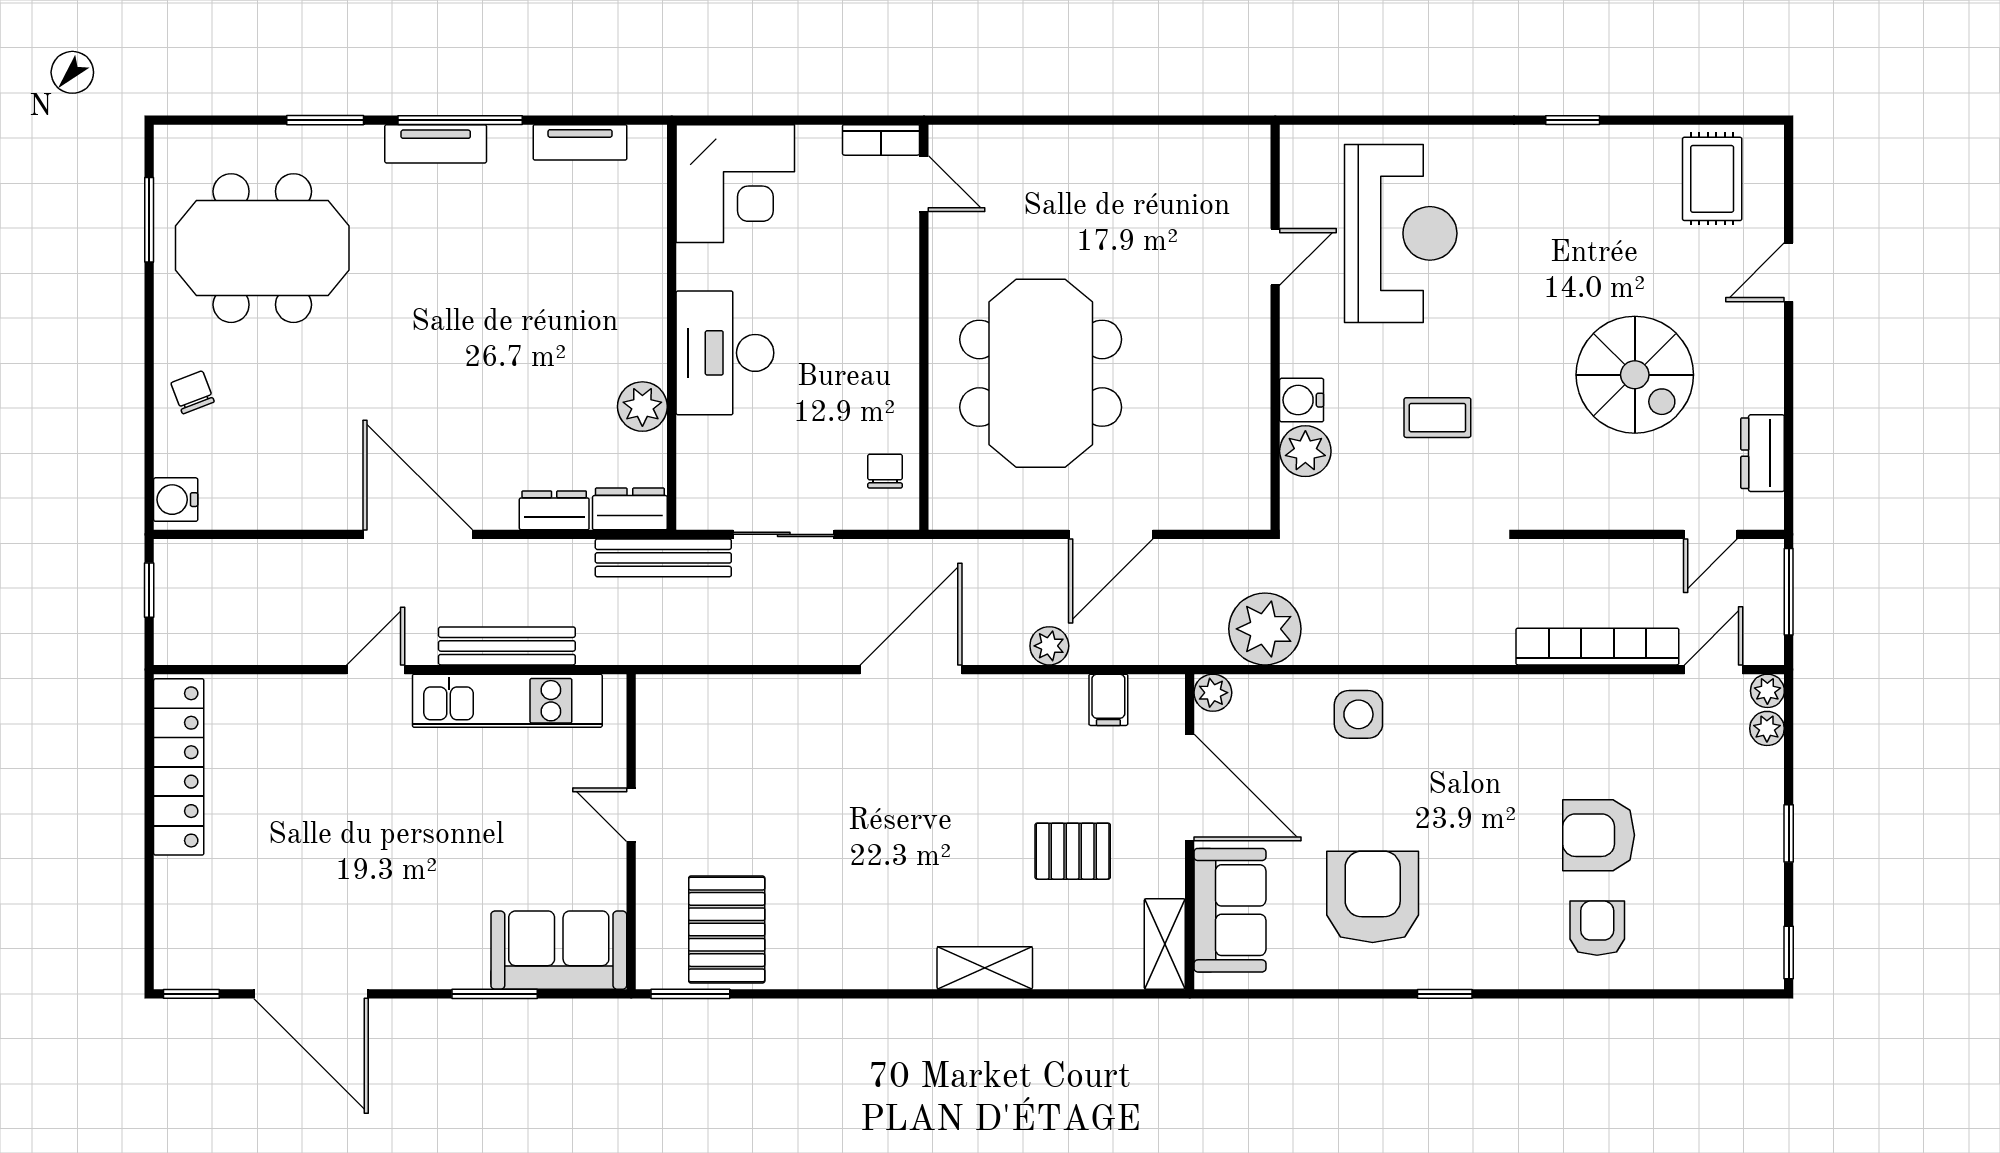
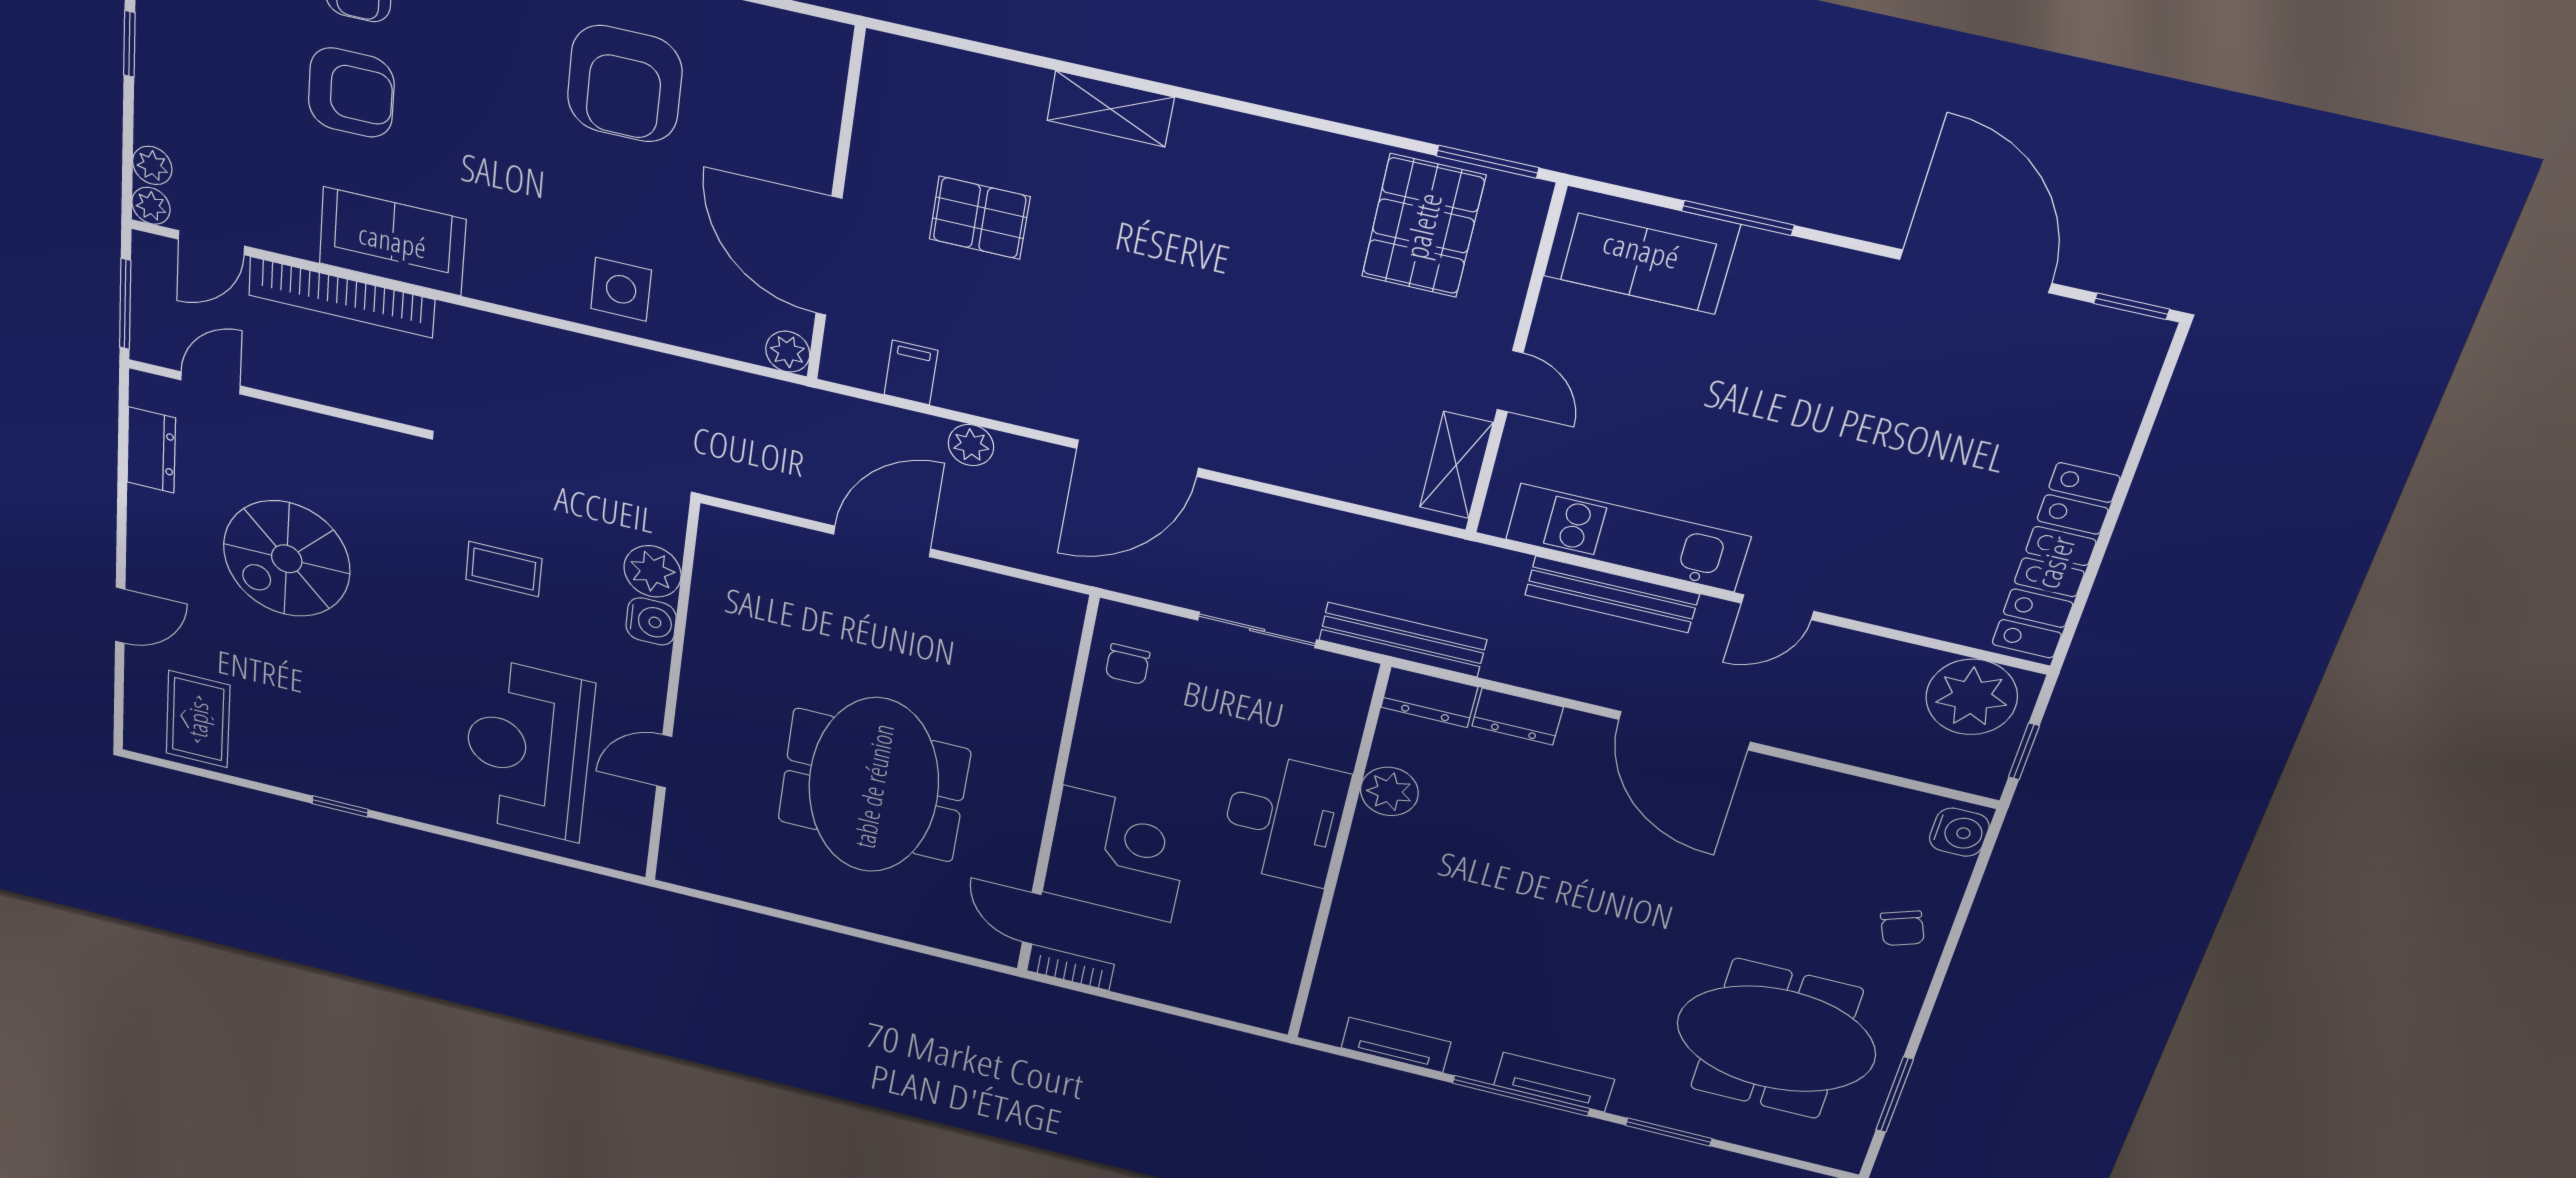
corner desk: (735, 184) -> (1117, 854), moved, turned 90
meeting table: (1041, 373) -> (874, 786), moved
spiral stairs: (1635, 375) -> (287, 559), turned -90
plant: (1265, 629) -> (1972, 697), moved
sofa: (1230, 910) -> (392, 241), moved, turned 90
shelving: (1165, 944) -> (1456, 465), moved

